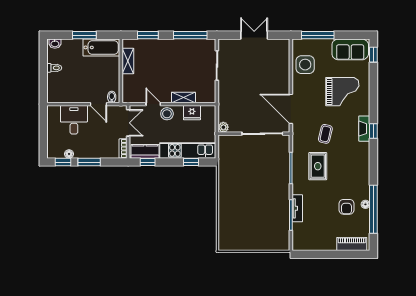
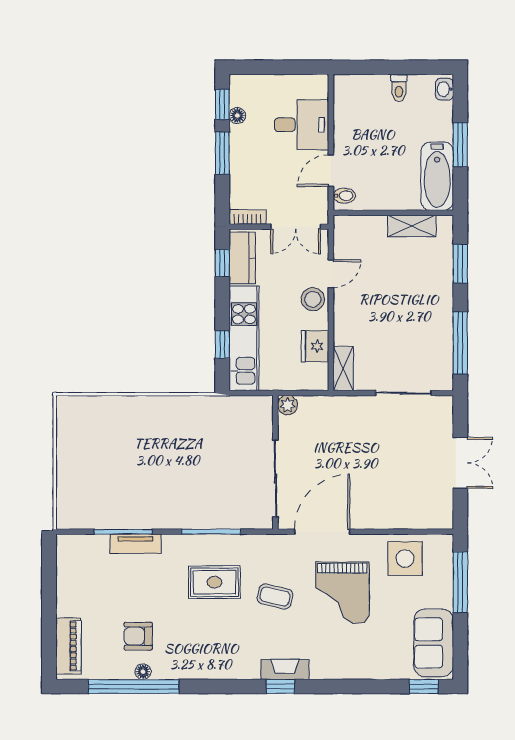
grand piano: (342, 92) -> (342, 593), moved
shelving: (183, 98) -> (343, 368), moved

